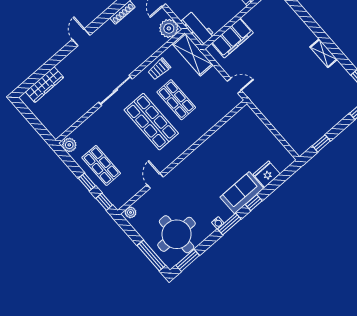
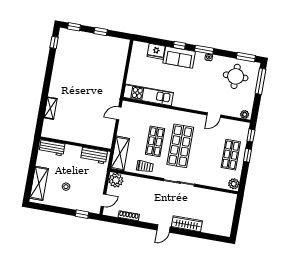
workbench: (198, 28) -> (94, 156), moved, turned -90
filing cabinet: (232, 38) -> (91, 138), removed
shelving: (324, 53) -> (51, 108), moved
wardrobe: (44, 85) -> (187, 224), moved
door: (234, 86) -> (119, 113), hinge flipped
kitchen unit: (229, 131) -> (148, 95), added
window: (321, 143) -> (101, 31), moved
round table: (177, 234) -> (236, 76), width x0.73, depth x0.73

